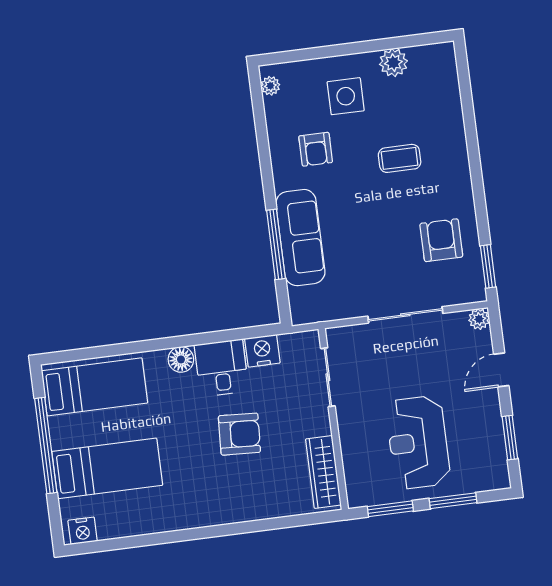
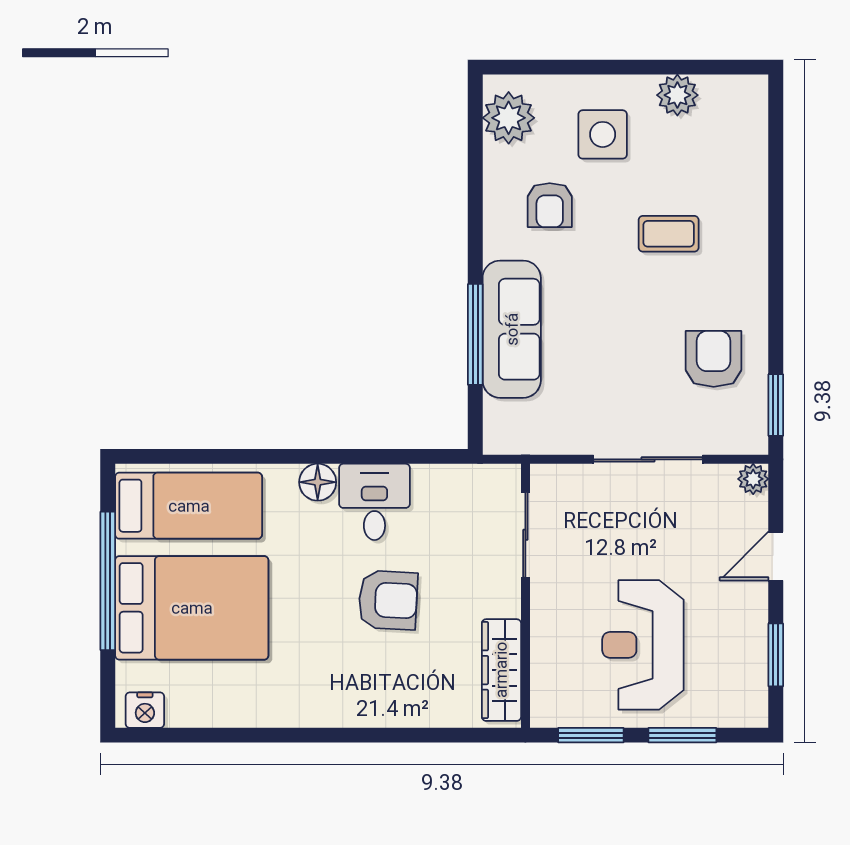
plant: (270, 86) -> (509, 118), width x1.87, depth x1.87
nightstand: (262, 351) -> (436, 485), removed
bed: (107, 468) -> (192, 608), width x1.50

